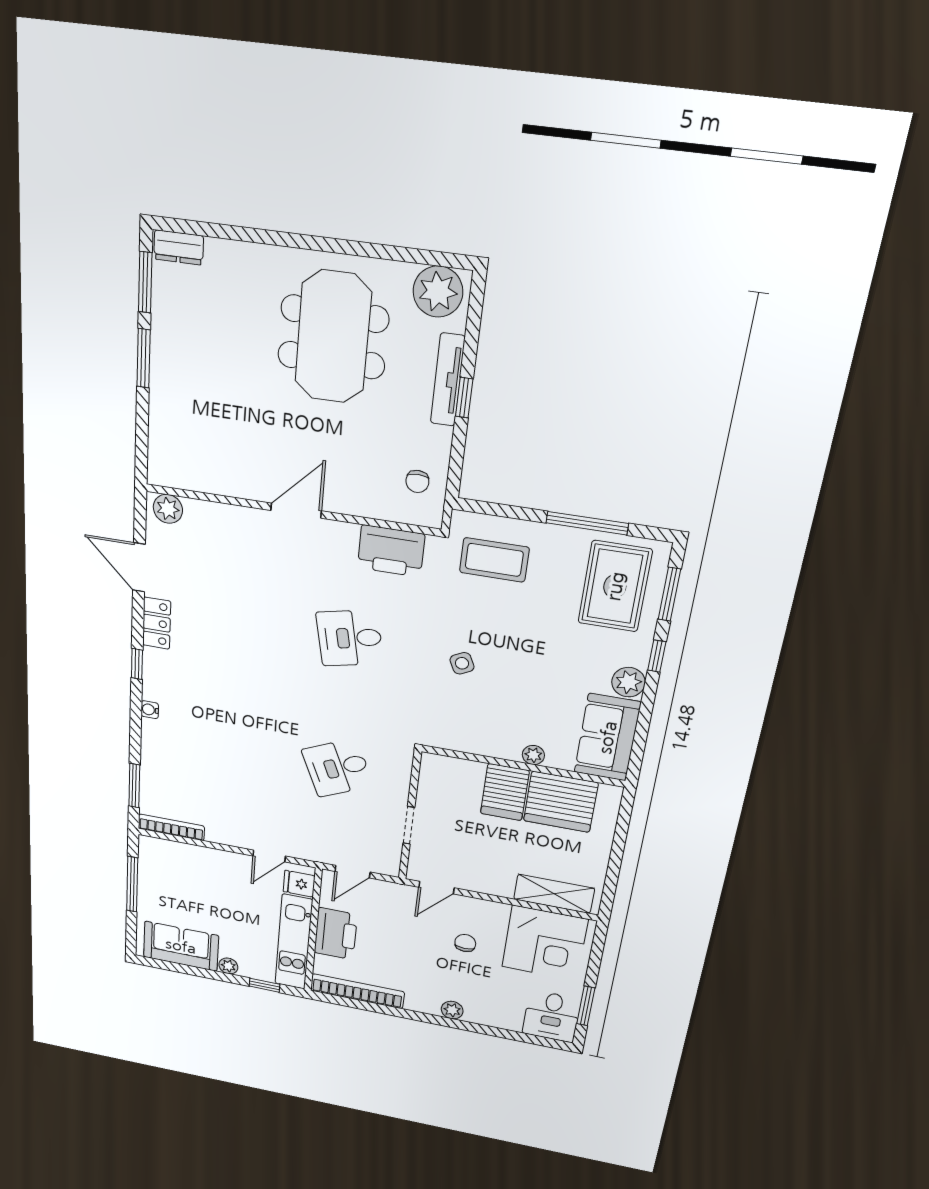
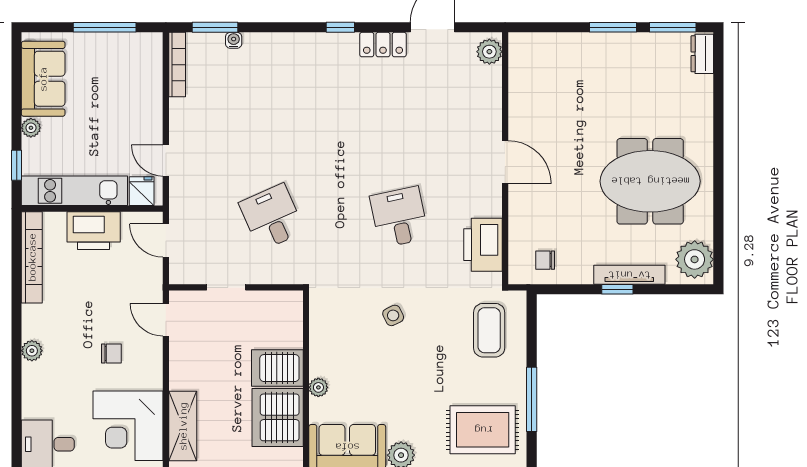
water cooler: (150, 710) -> (234, 40), moved

